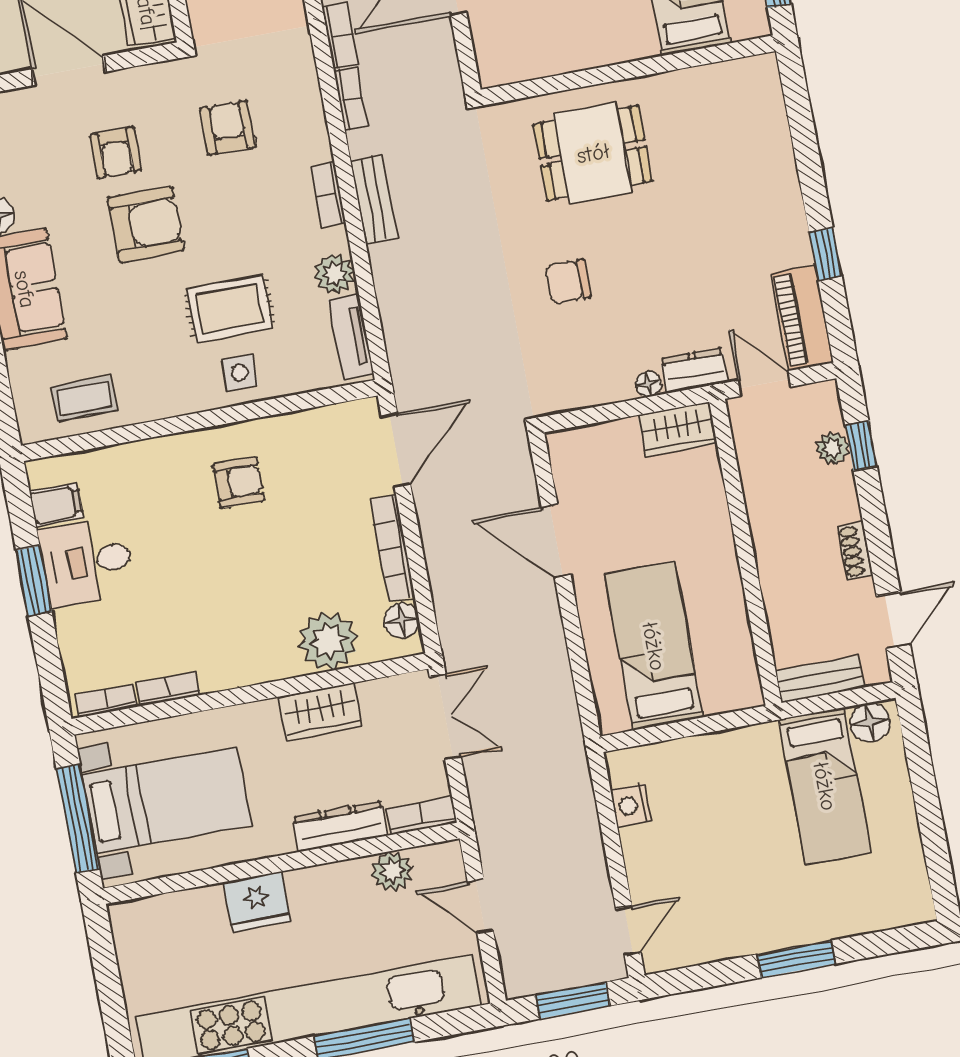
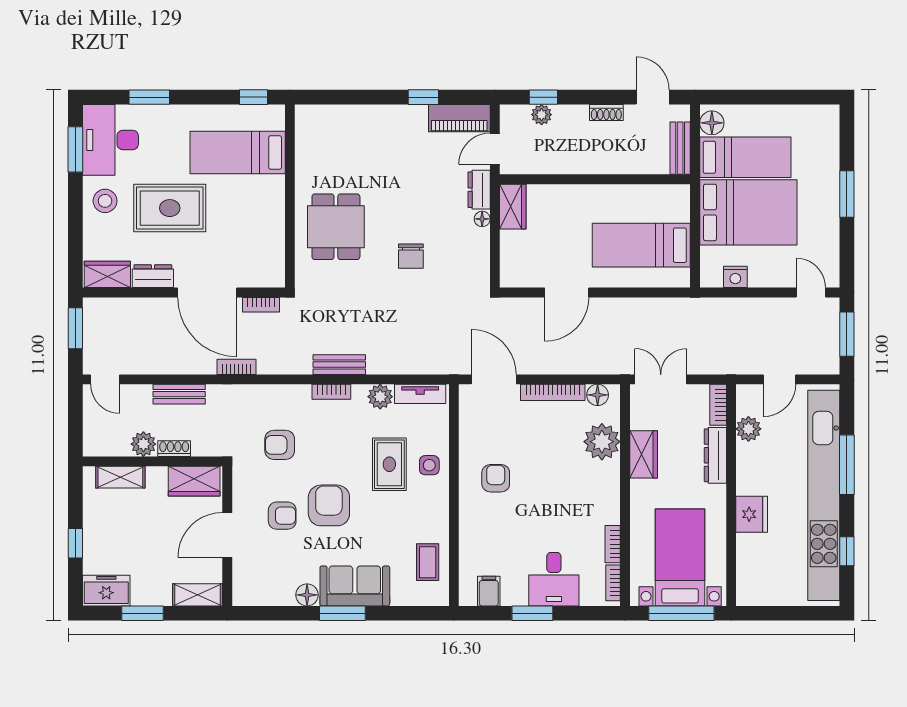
bookcase: (351, 99) -> (261, 305), moved, turned 180
desk: (87, 562) -> (554, 579), moved
bed: (738, 807) -> (748, 212), added

